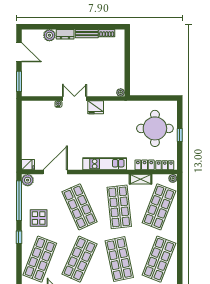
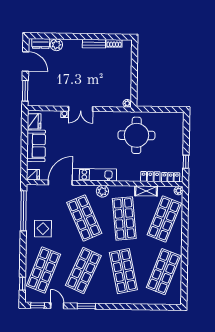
dresser: (65, 34) -> (41, 43), moved
double door: (74, 99) -> (81, 109), swing flipped
fridge: (96, 107) -> (34, 121), moved, turned -90
round table: (155, 128) -> (136, 135), moved
window: (180, 135) -> (186, 162), moved
sofa: (31, 136) -> (36, 146), added
kitchen unit: (105, 164) -> (94, 175), moved
plant: (28, 180) -> (102, 191), moved
window: (19, 237) -> (22, 284), moved

